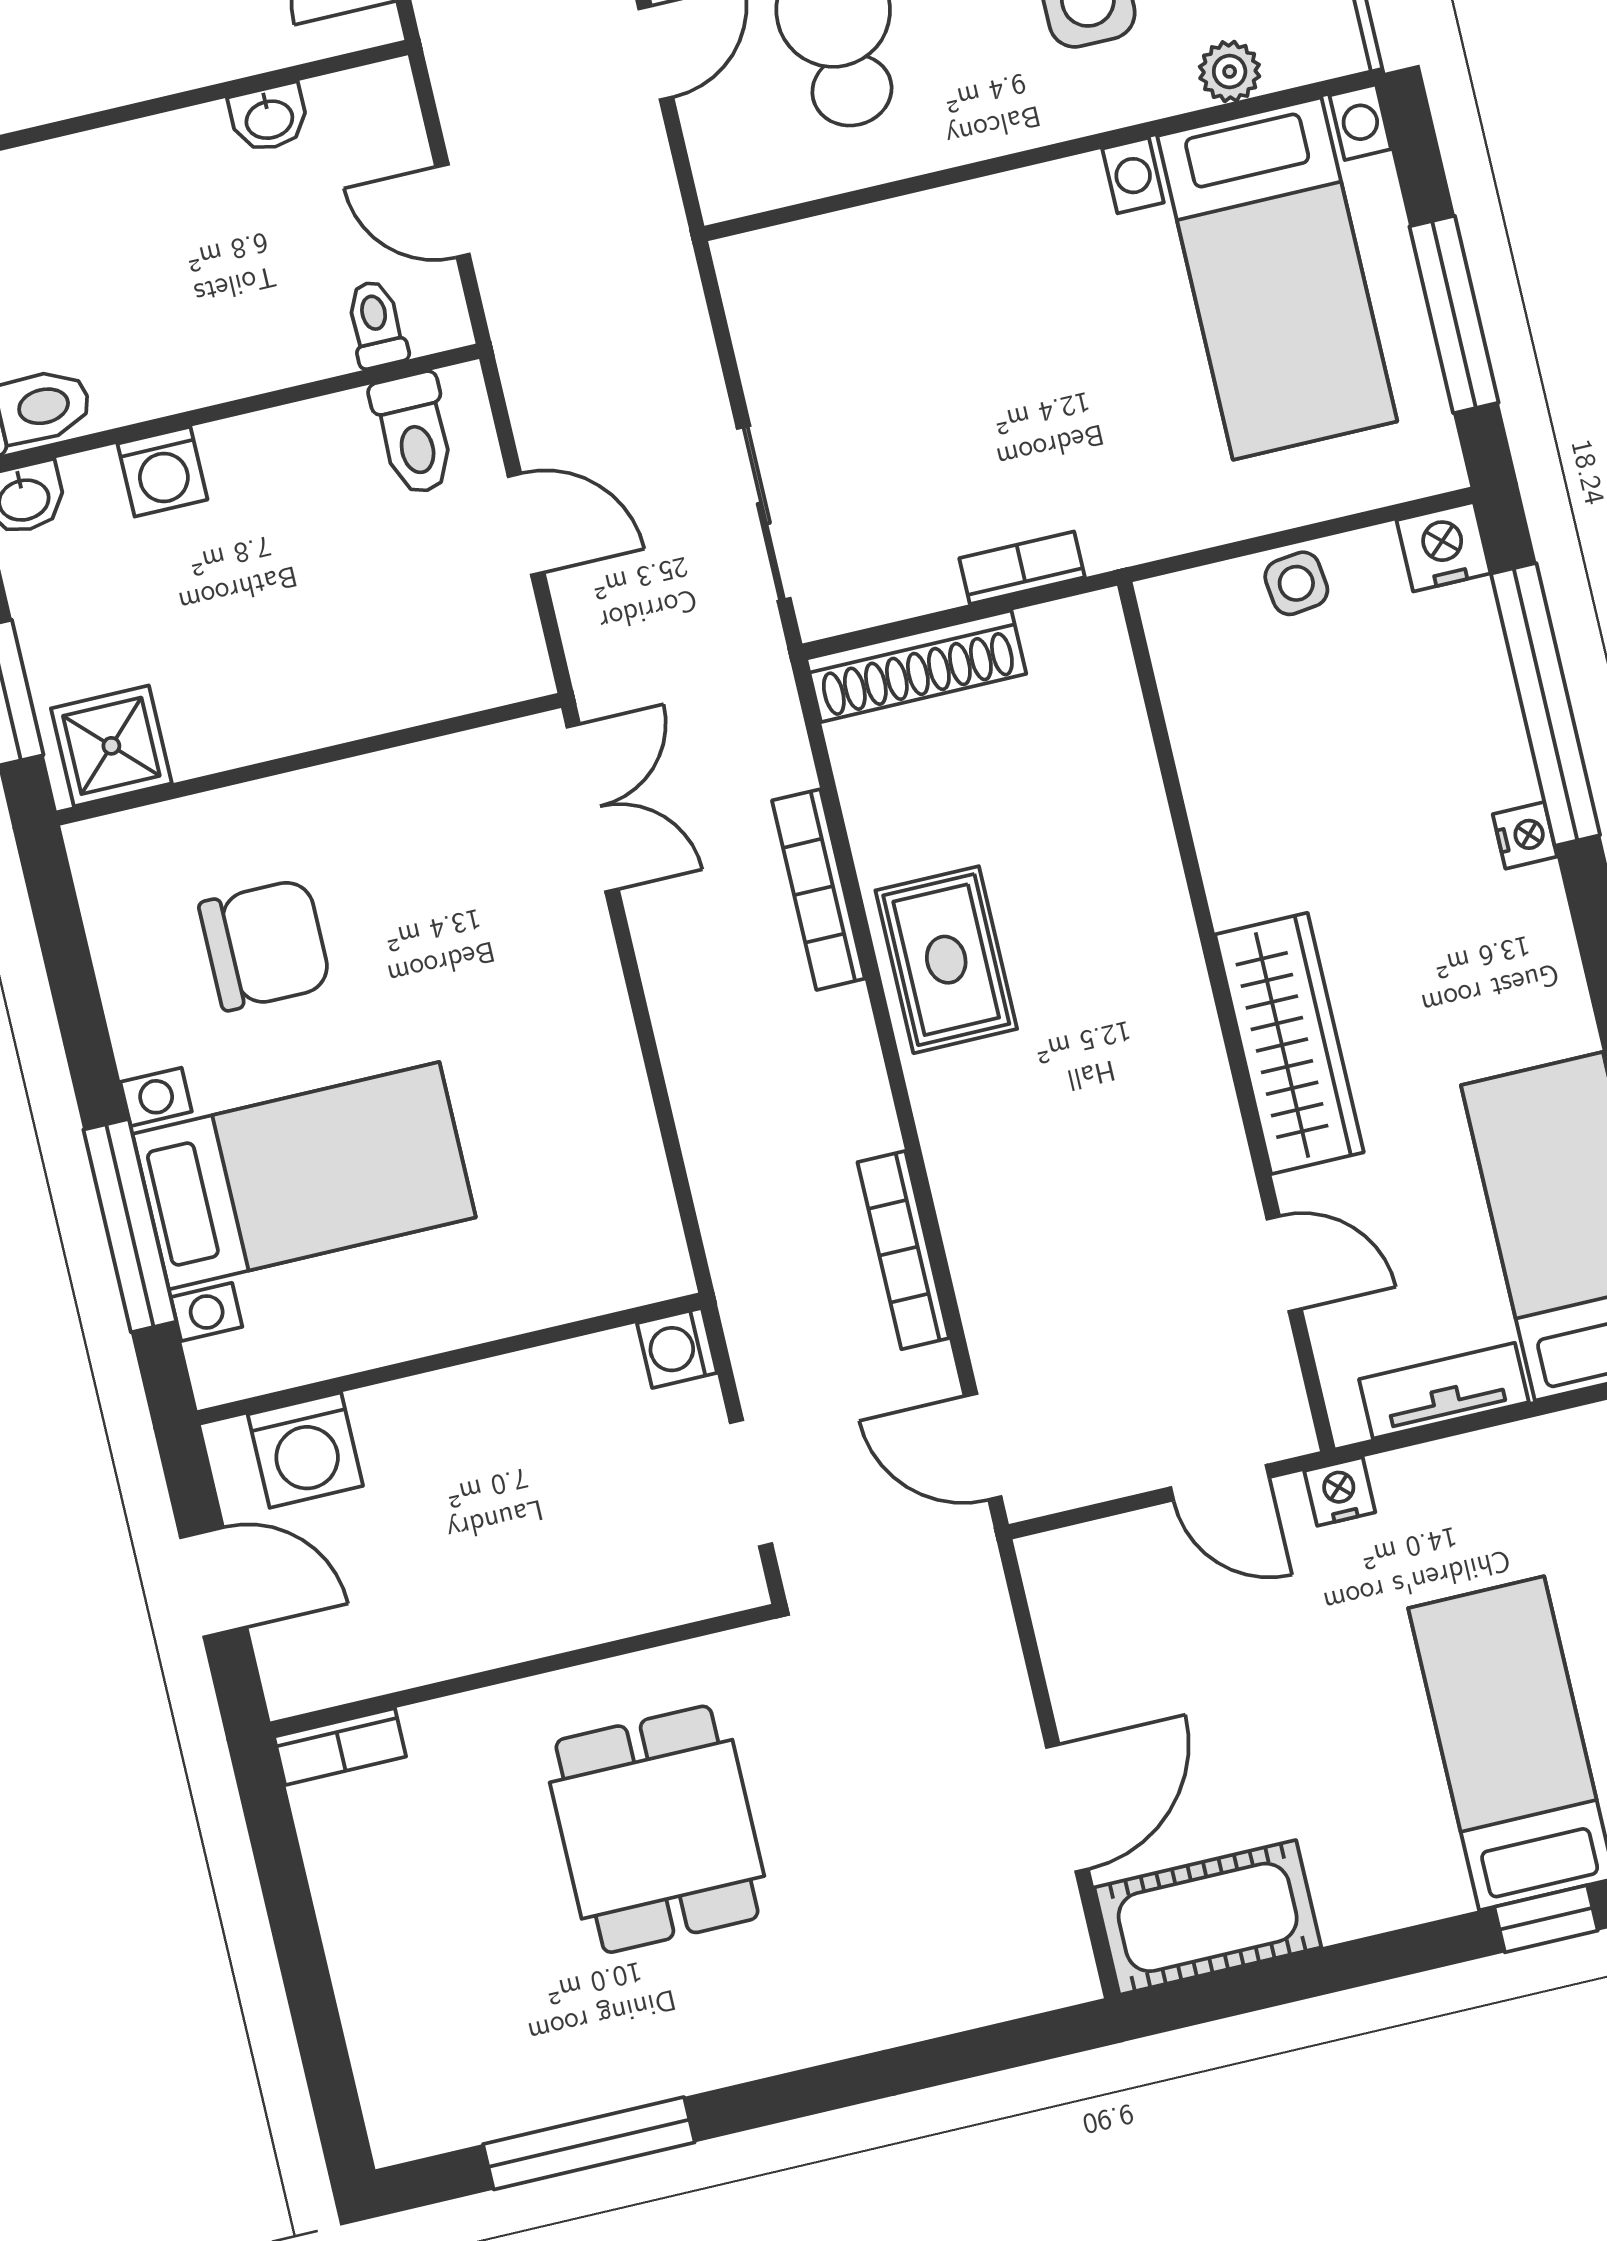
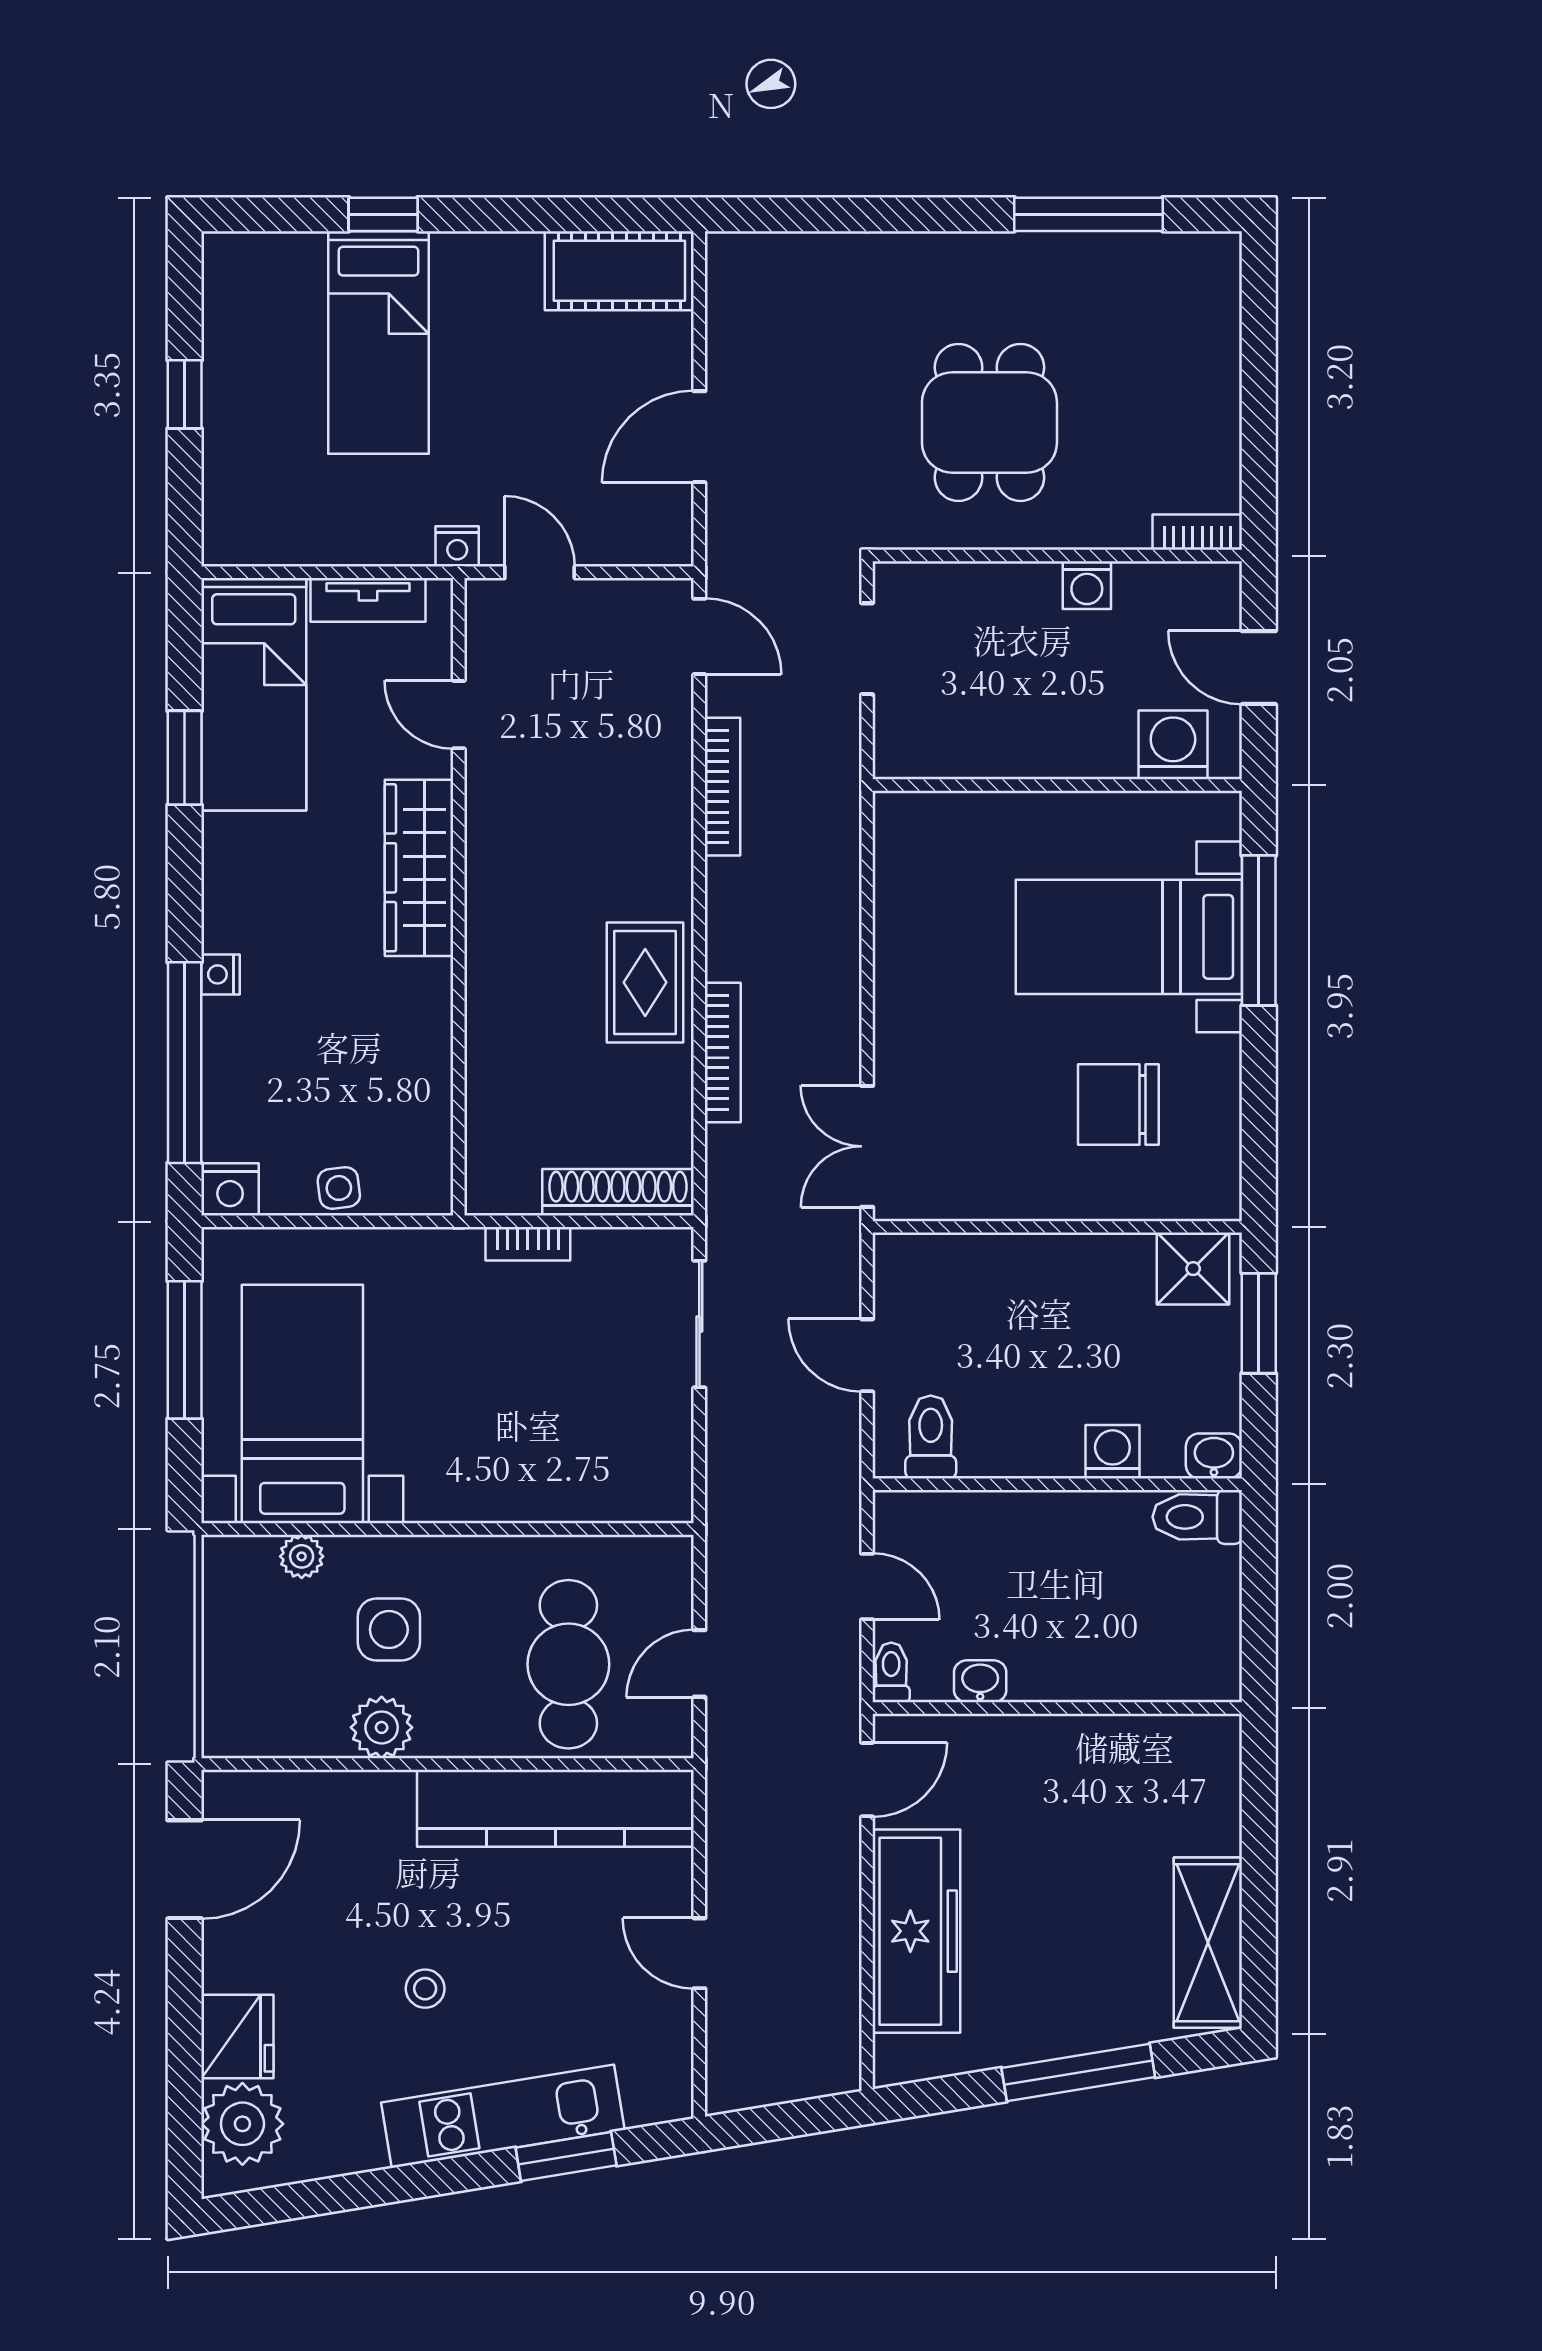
toilet: (376, 324) -> (891, 1672), moved, turned 180
washing machine: (677, 1348) -> (1087, 585), moved, turned 90
door: (1067, 1808) -> (699, 437), moved

